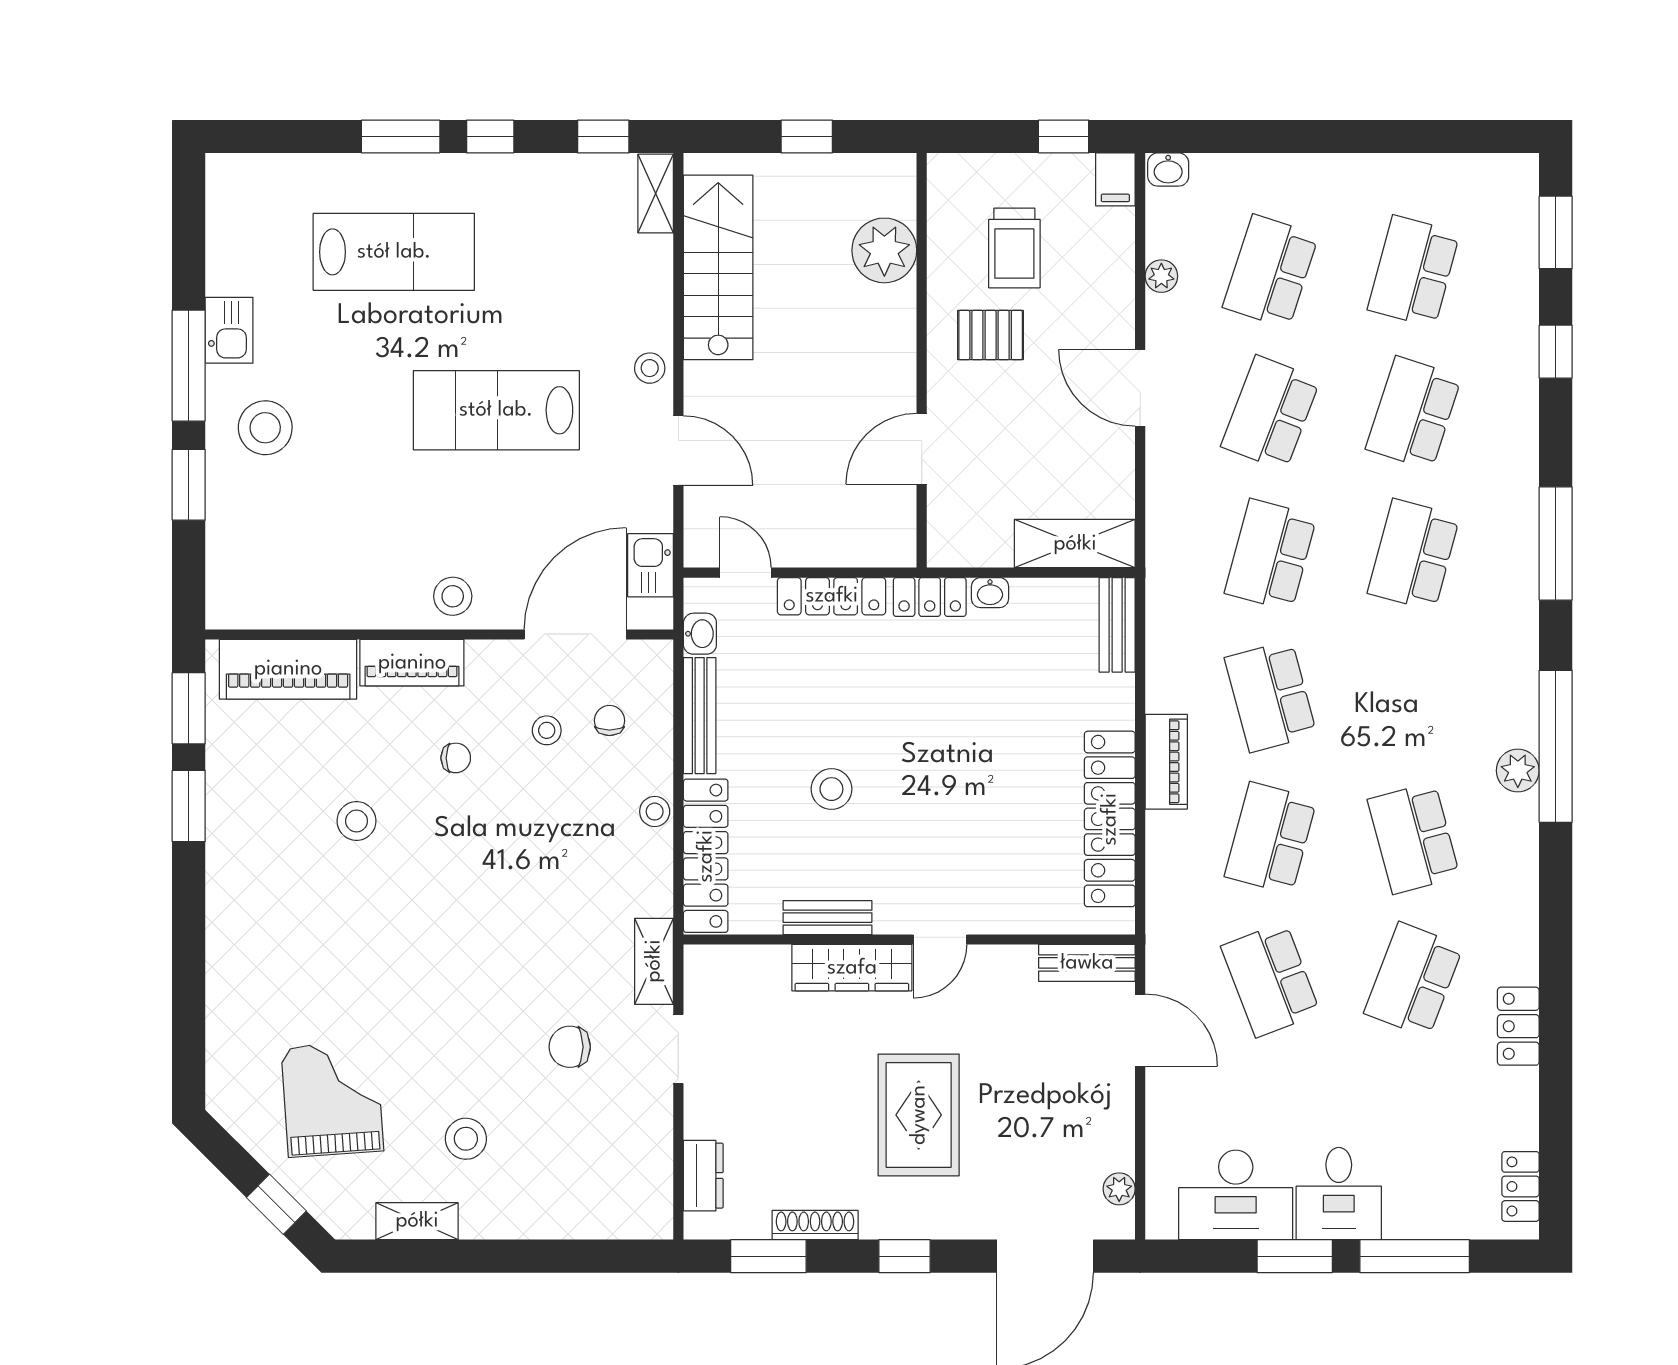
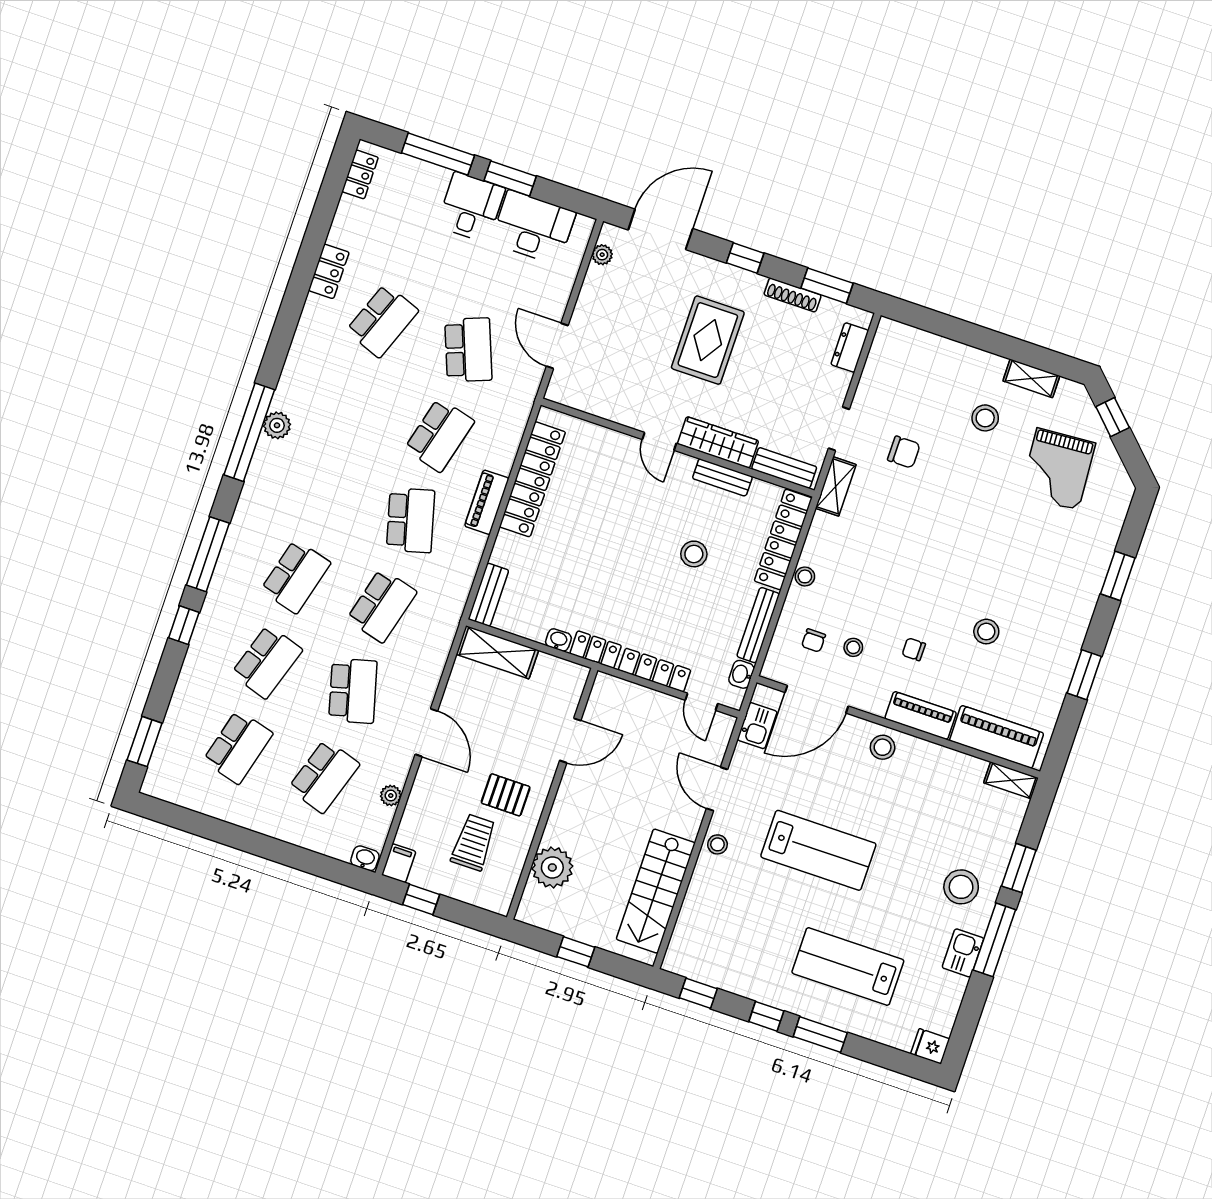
fridge: (231, 174) -> (930, 1046), added
shelving: (656, 194) -> (1011, 780), moved, turned 90
window: (1556, 352) -> (184, 625), moved
school desk: (1271, 413) -> (353, 691), turned -36
window: (189, 708) -> (1118, 576), moved
school desk: (1414, 838) -> (353, 406), removed
door: (940, 940) -> (659, 441), swing flipped
bench: (1087, 963) -> (784, 468), moved

